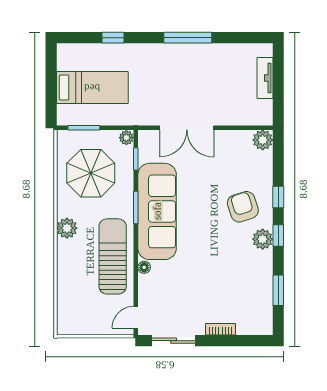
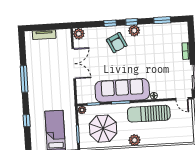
double door: (187, 128) -> (74, 64), moved
armchair: (243, 207) -> (117, 43), turned -98

